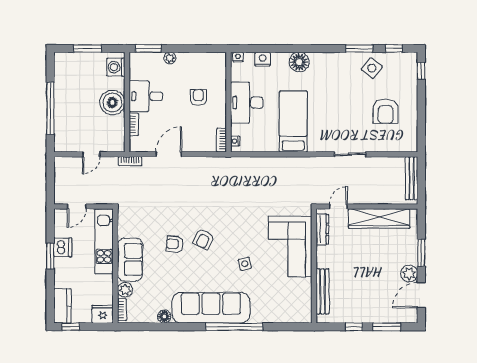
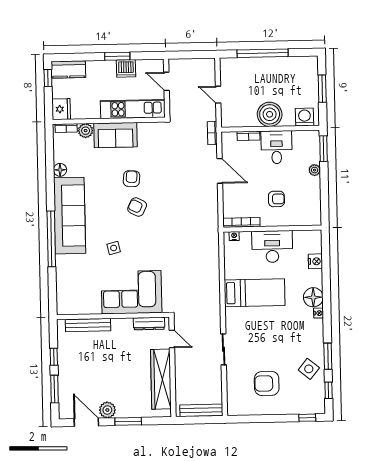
nightstand: (238, 57) -> (319, 313), moved
bookcase: (221, 140) -> (241, 222), width x1.56

